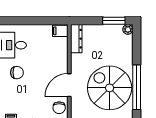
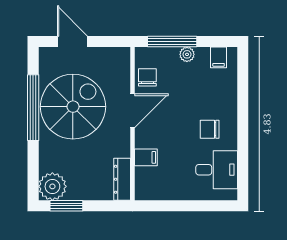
plant: (128, 29) -> (52, 186), width x1.87, depth x1.87
filing cabinet: (60, 31) -> (146, 157), moved
spiral stairs: (110, 88) -> (73, 107), turned -90

